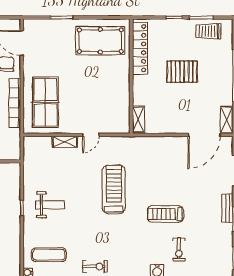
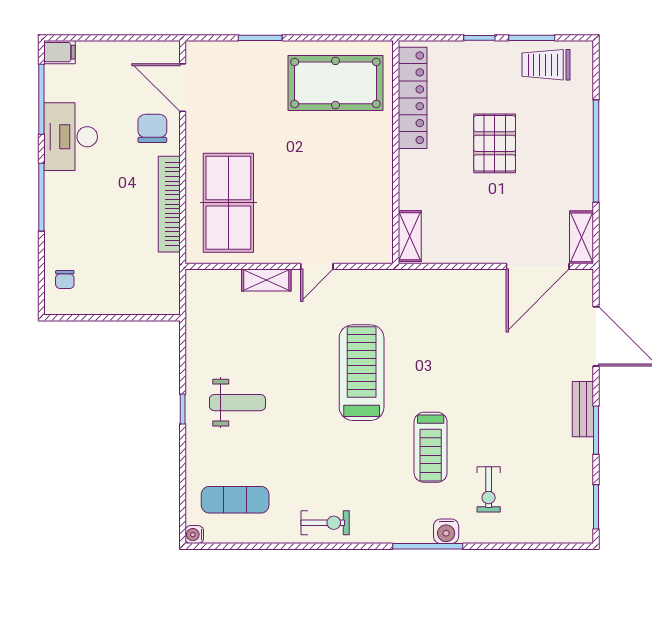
pallet: (182, 72) -> (495, 143), turned 90
treadmill: (165, 214) -> (431, 447), moved, turned -90

